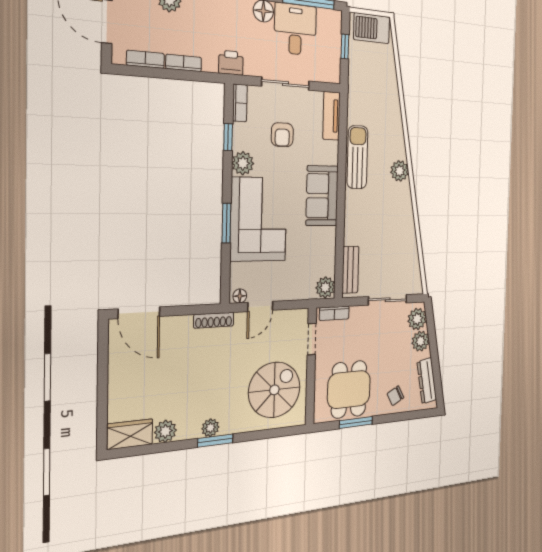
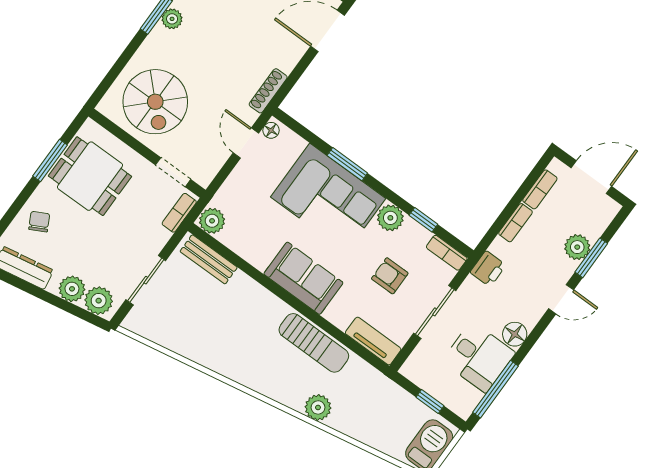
plant: (400, 171) -> (318, 407), moved

